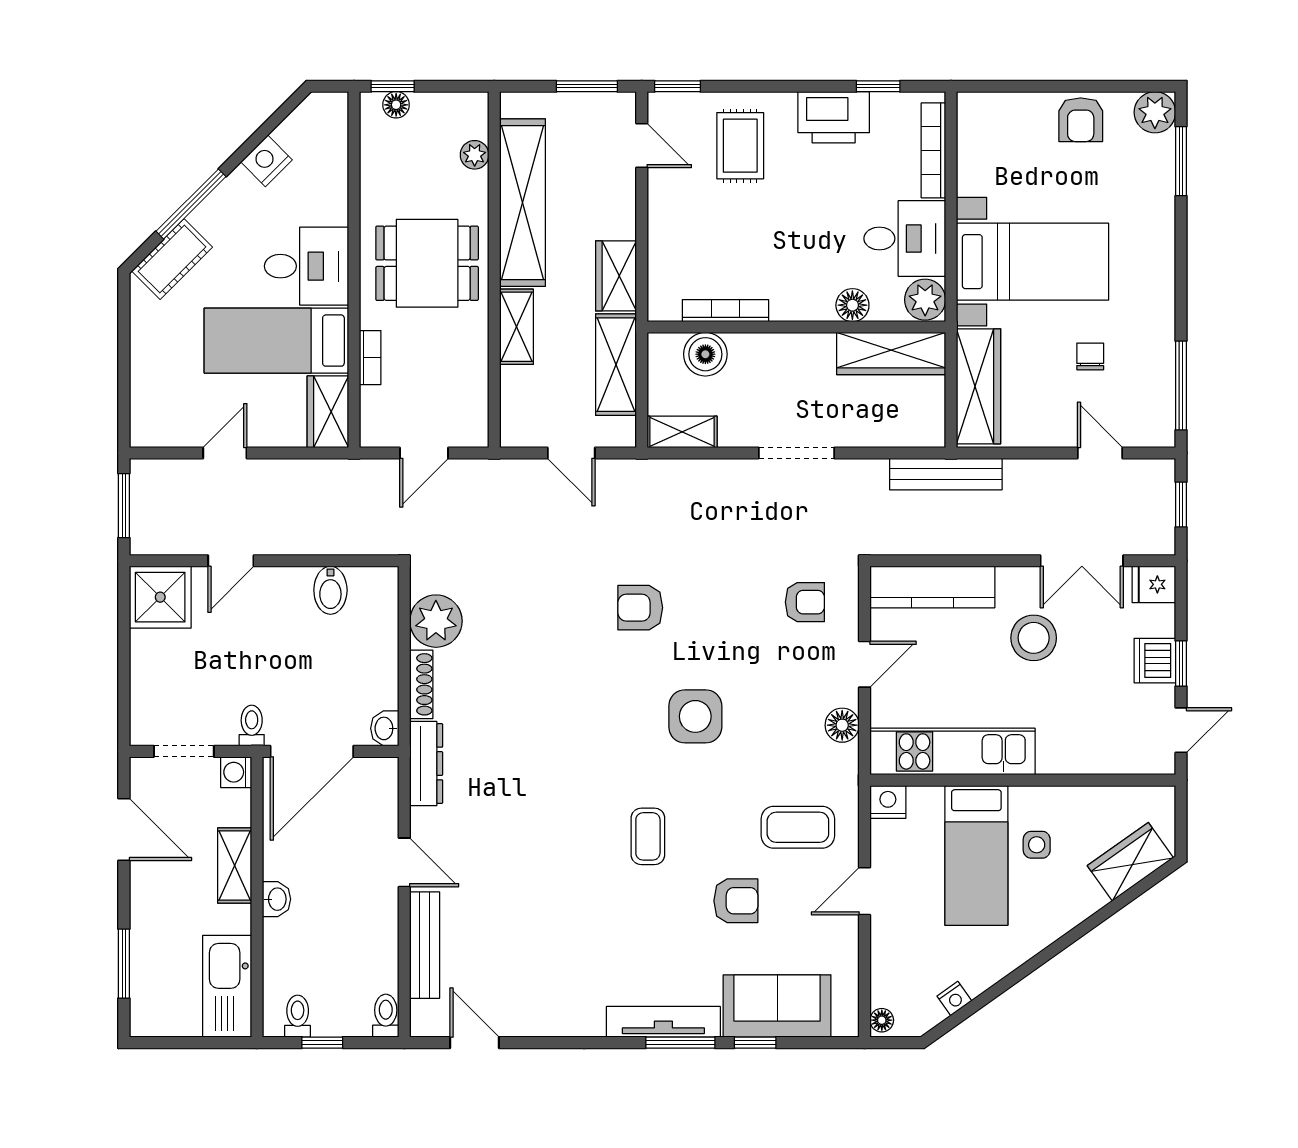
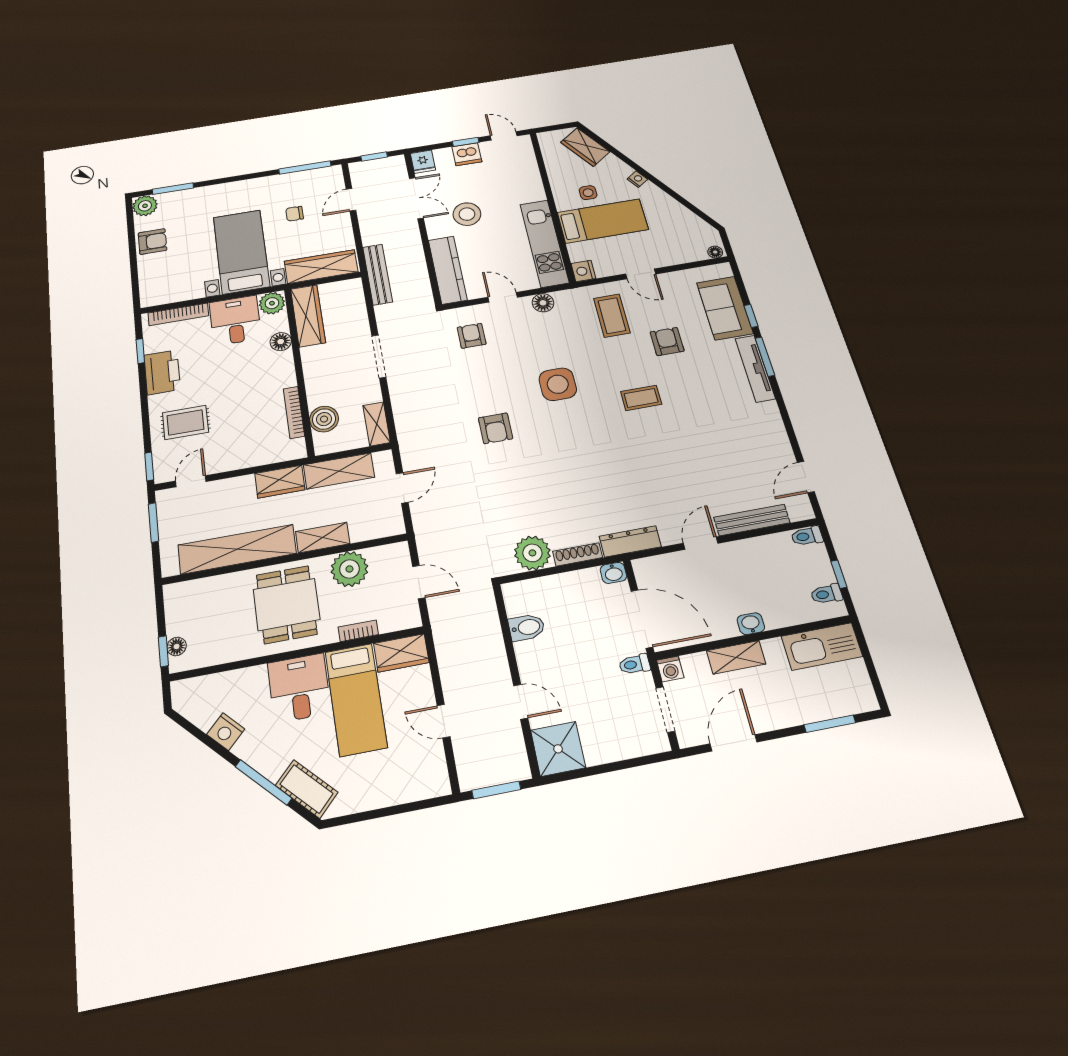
plant: (475, 155) -> (349, 569), moved, width x1.87, depth x1.87
nightstand: (954, 998) -> (637, 179), moved

